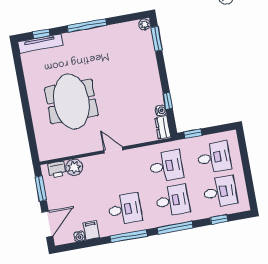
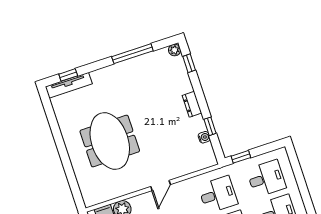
window: (87, 25) -> (132, 54), moved
window: (156, 39) -> (189, 63), width x0.67
dresser: (163, 128) -> (192, 104), moved
door: (113, 150) -> (161, 185), swing flipped

